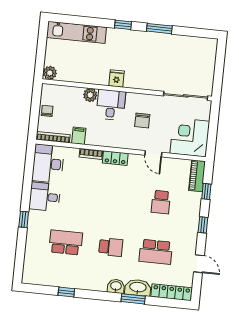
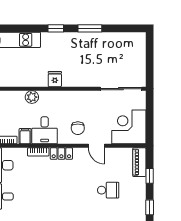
desk: (111, 105) -> (45, 130), moved, turned 180
chair: (142, 120) -> (78, 128), moved
school desk: (161, 202) -> (108, 190), turned -90

